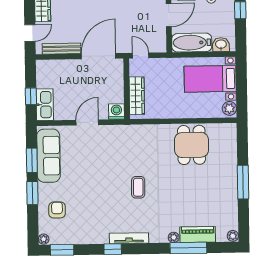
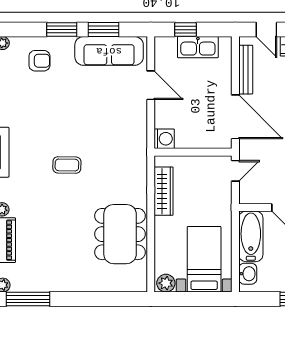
wardrobe: (137, 96) -> (164, 191), moved, turned -90
kitchen sink: (45, 105) -> (198, 47), moved
door: (87, 123) -> (151, 85), moved
dining table: (192, 145) -> (120, 234), width x1.38
window: (243, 182) -> (28, 299), moved

